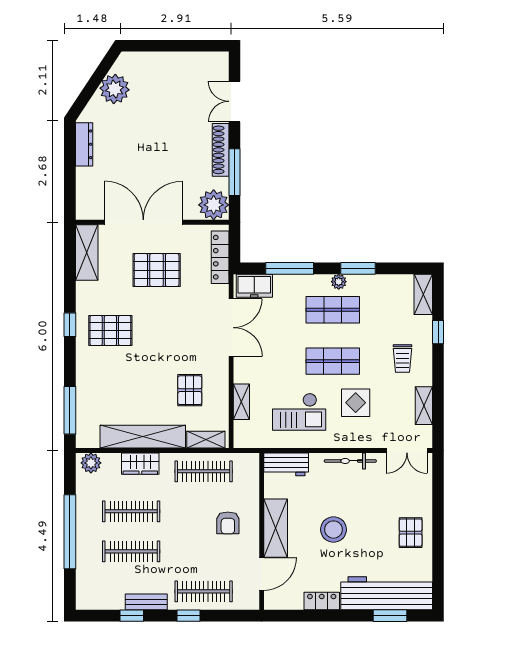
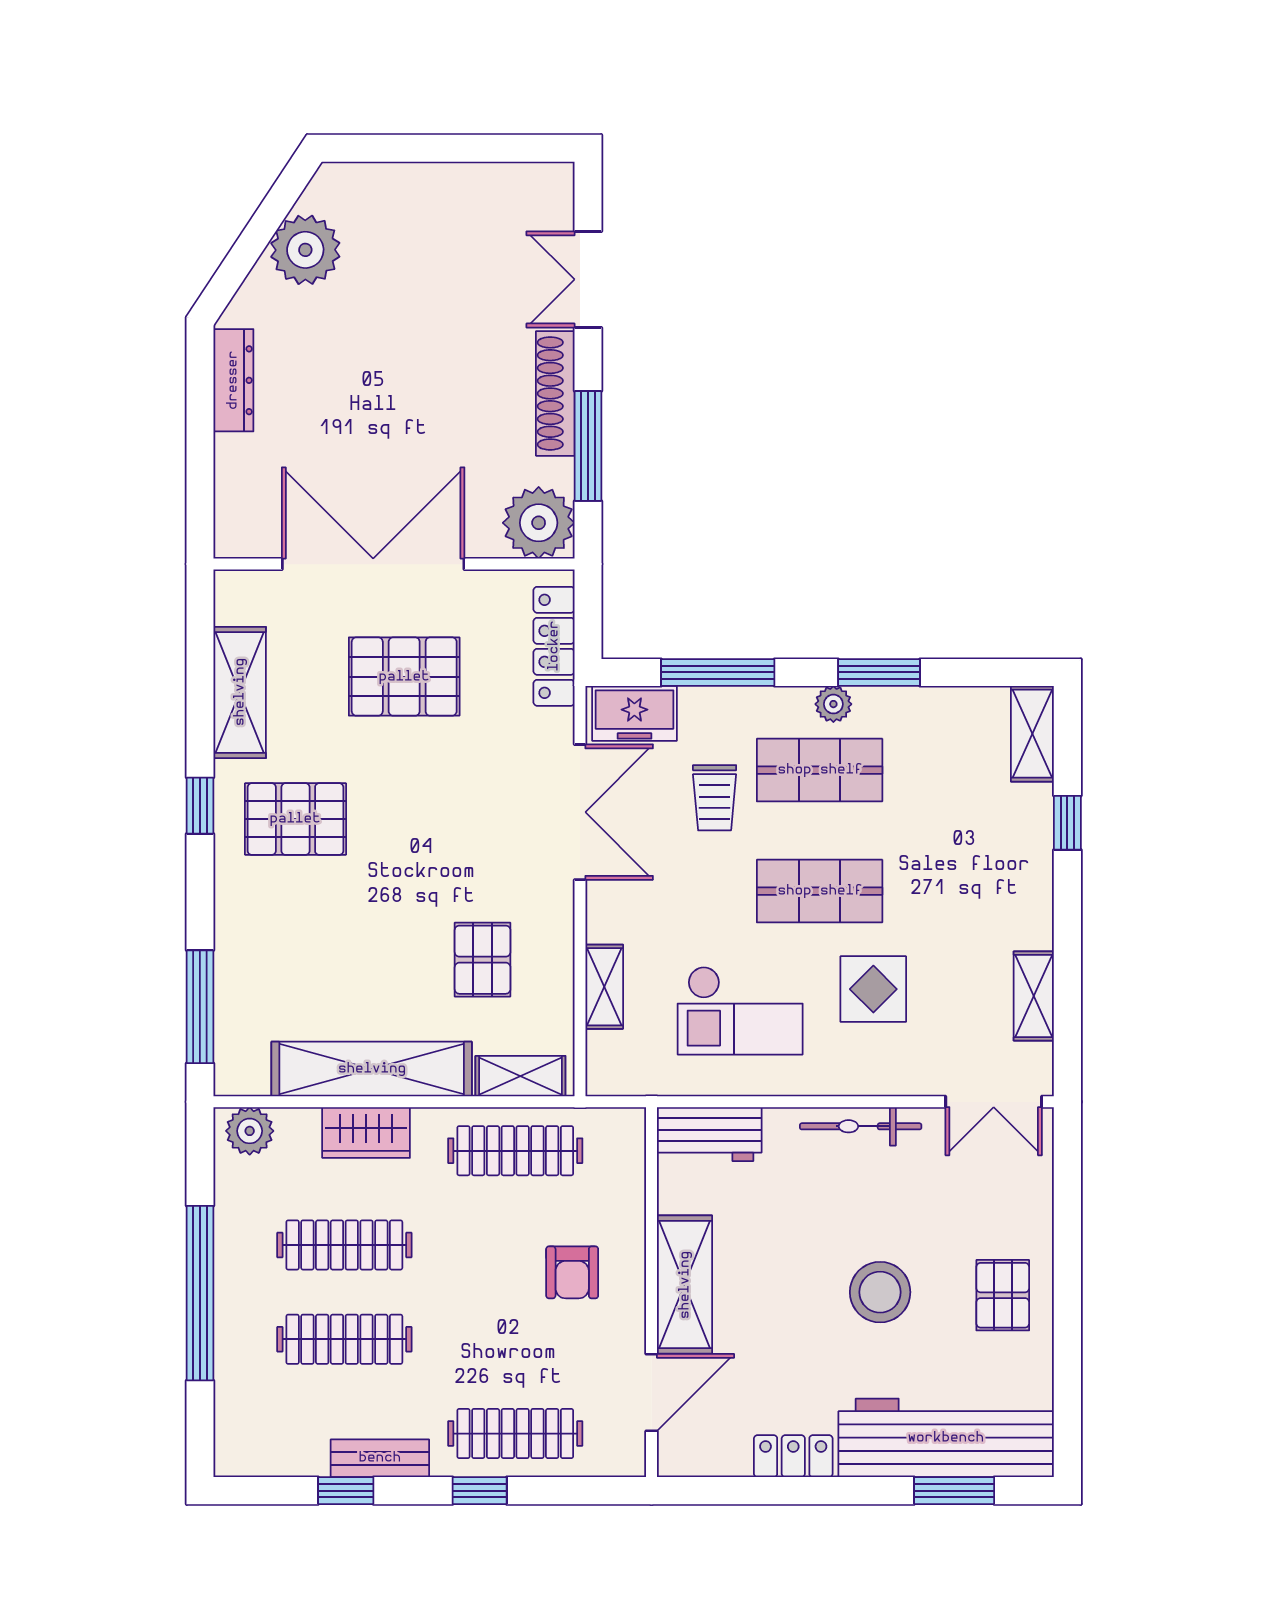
shelving: (87, 252) -> (240, 692), moved
trolley: (403, 358) -> (715, 798), moved
stool: (334, 530) -> (880, 1292), moved

